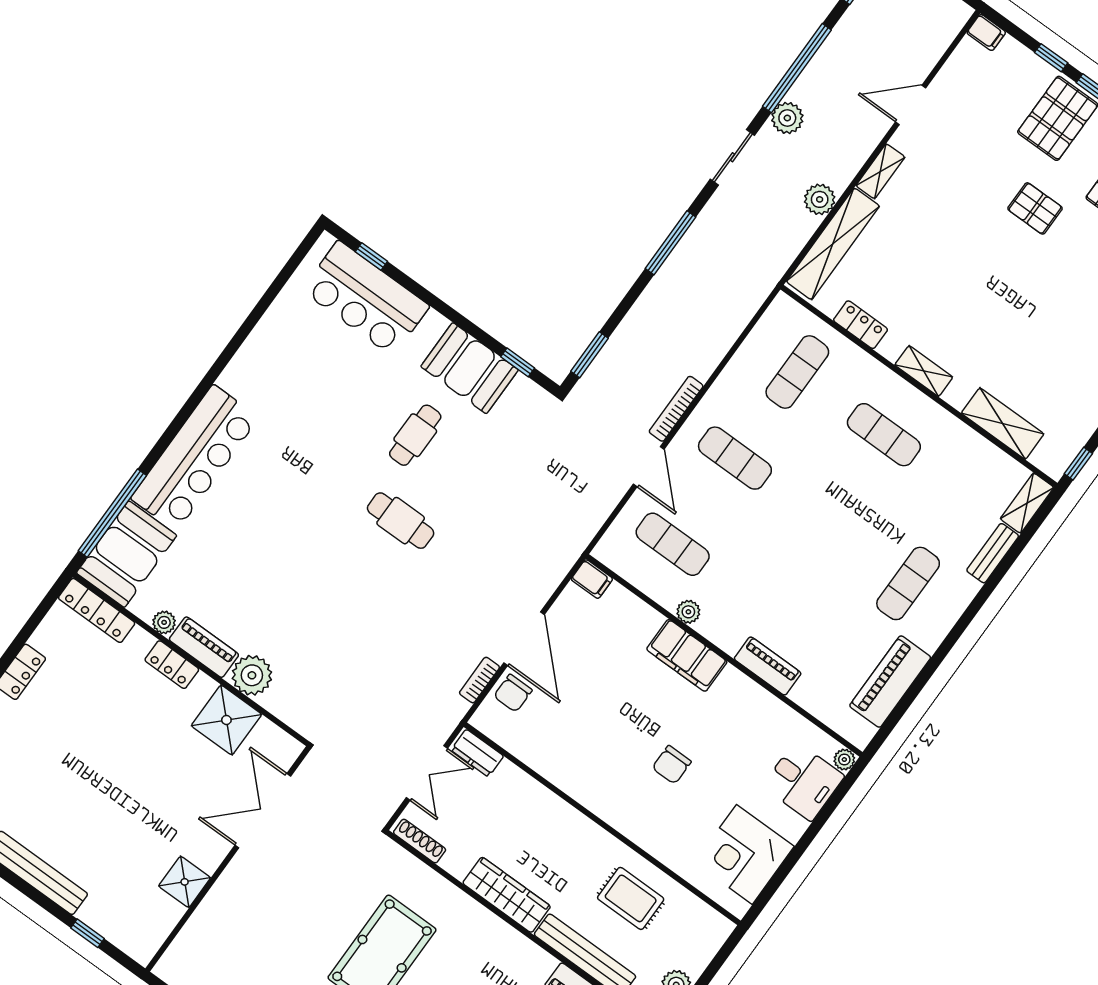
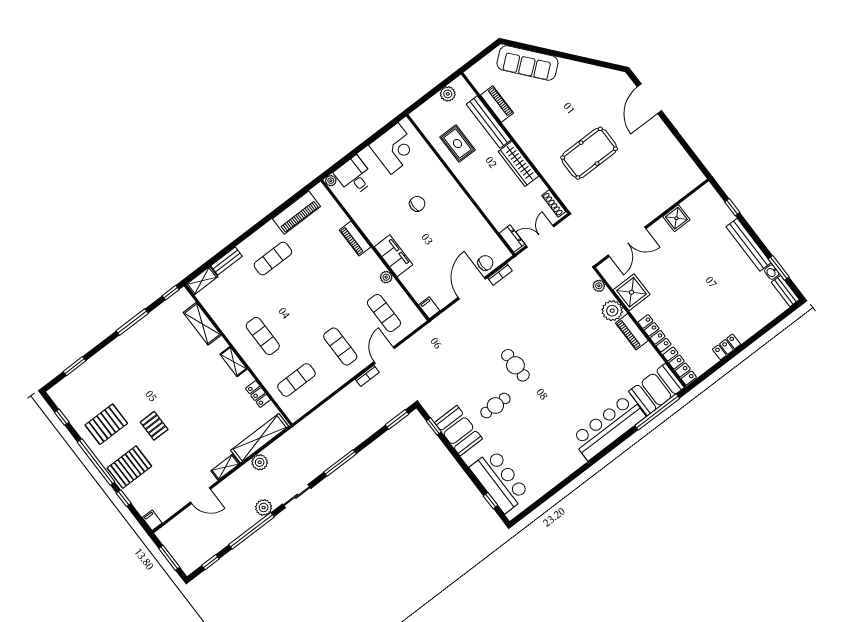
bookcase: (676, 409) -> (367, 376), width x0.64
plant: (164, 622) -> (599, 286), moved
locker: (172, 665) -> (655, 333), width x1.53

